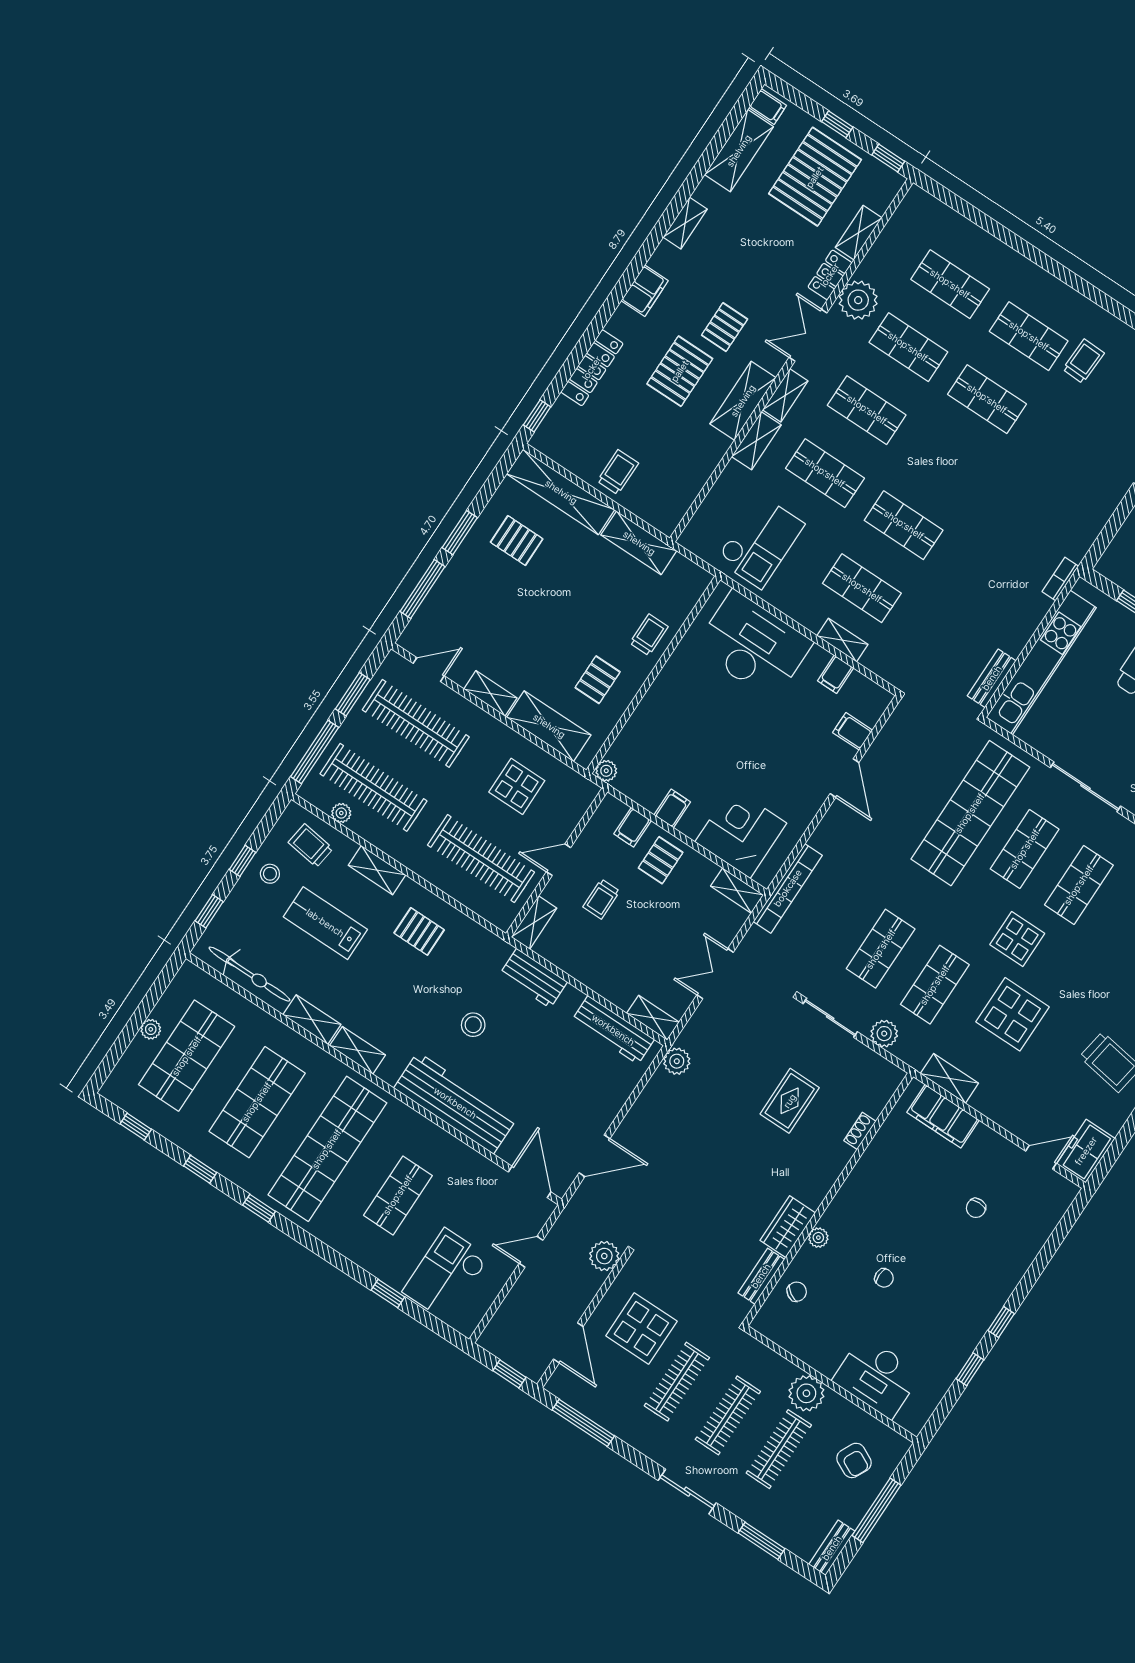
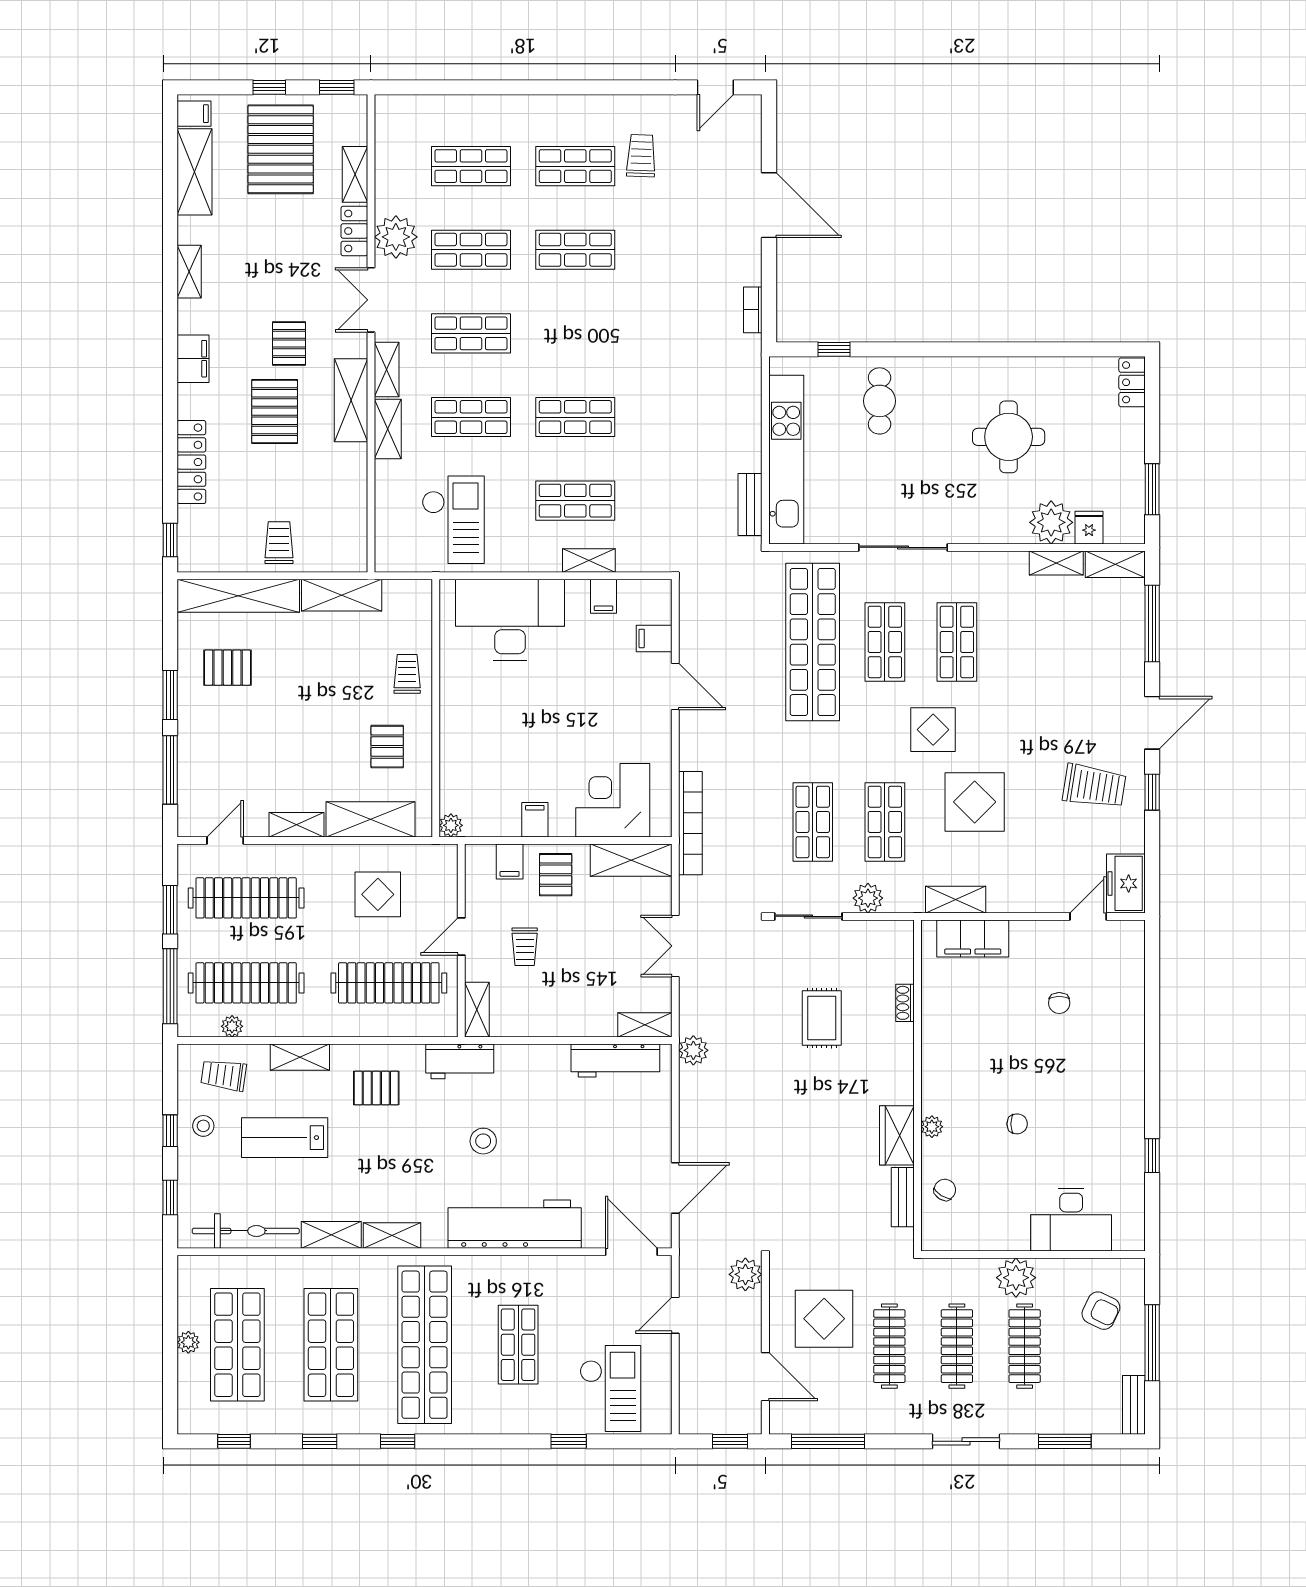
bookcase: (1060, 579) -> (753, 310), moved
shelving: (737, 891) -> (631, 860), width x1.50, depth x1.33
workbench: (533, 978) -> (460, 1061), moved
checkout: (446, 1274) -> (610, 1388), turned 180
window: (1001, 1322) -> (1152, 1093), removed

